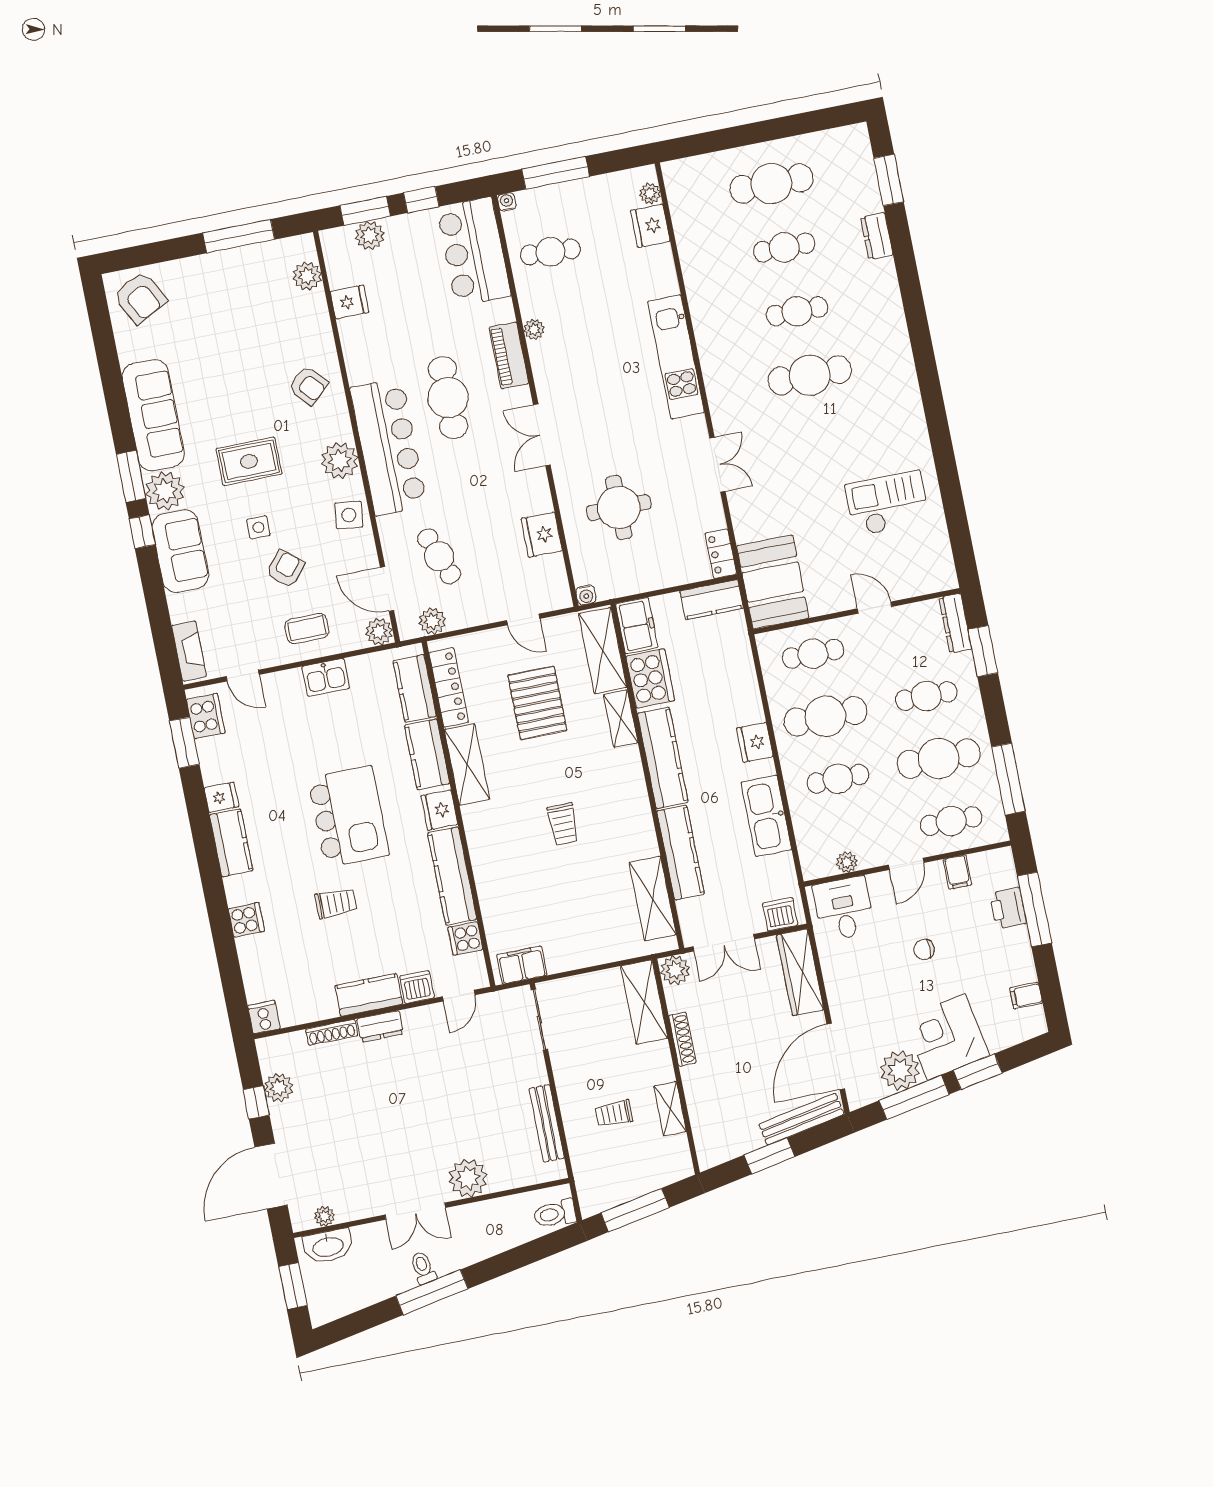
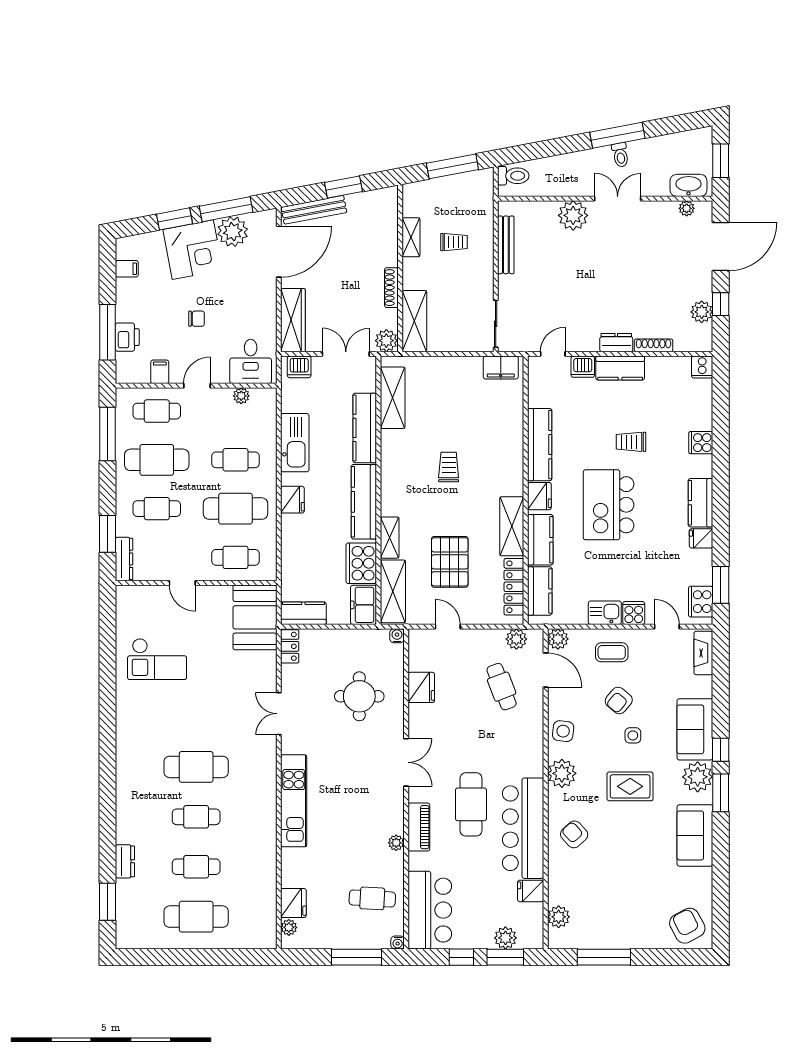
sofa: (153, 415) -> (695, 835), width x0.73
bar counter: (389, 447) -> (523, 828), moved
cooker: (465, 938) -> (634, 613), moved, turned -90

